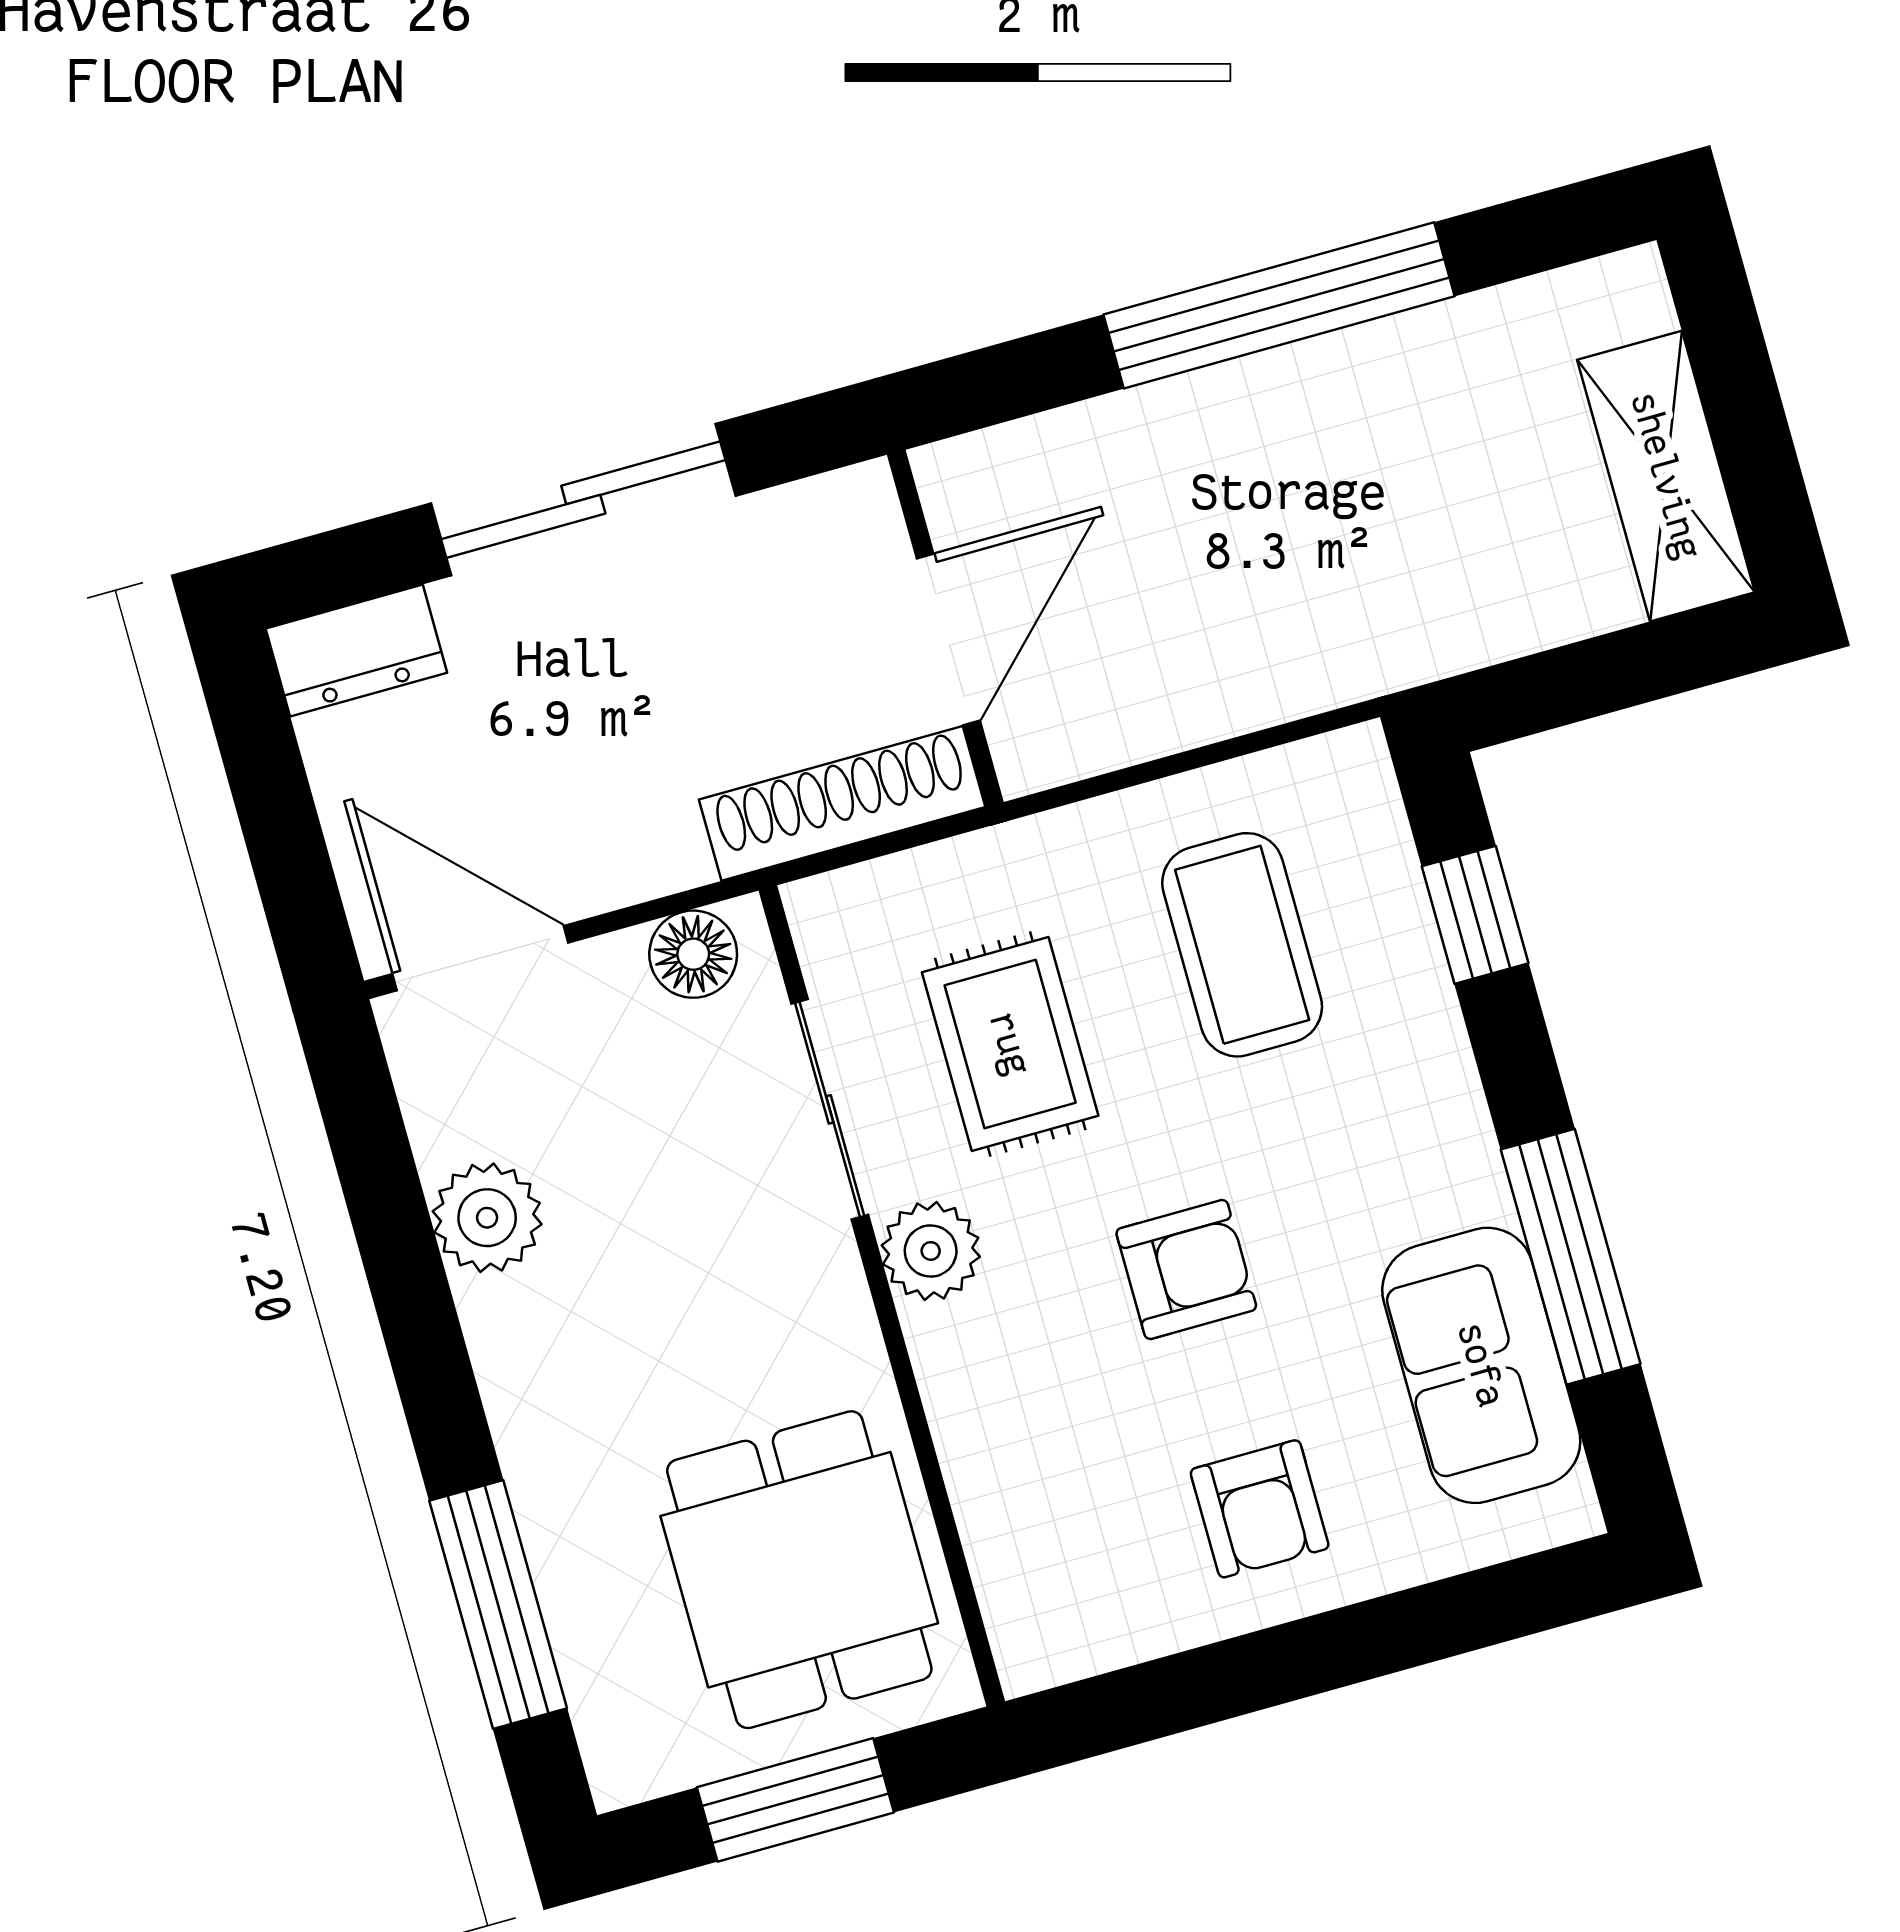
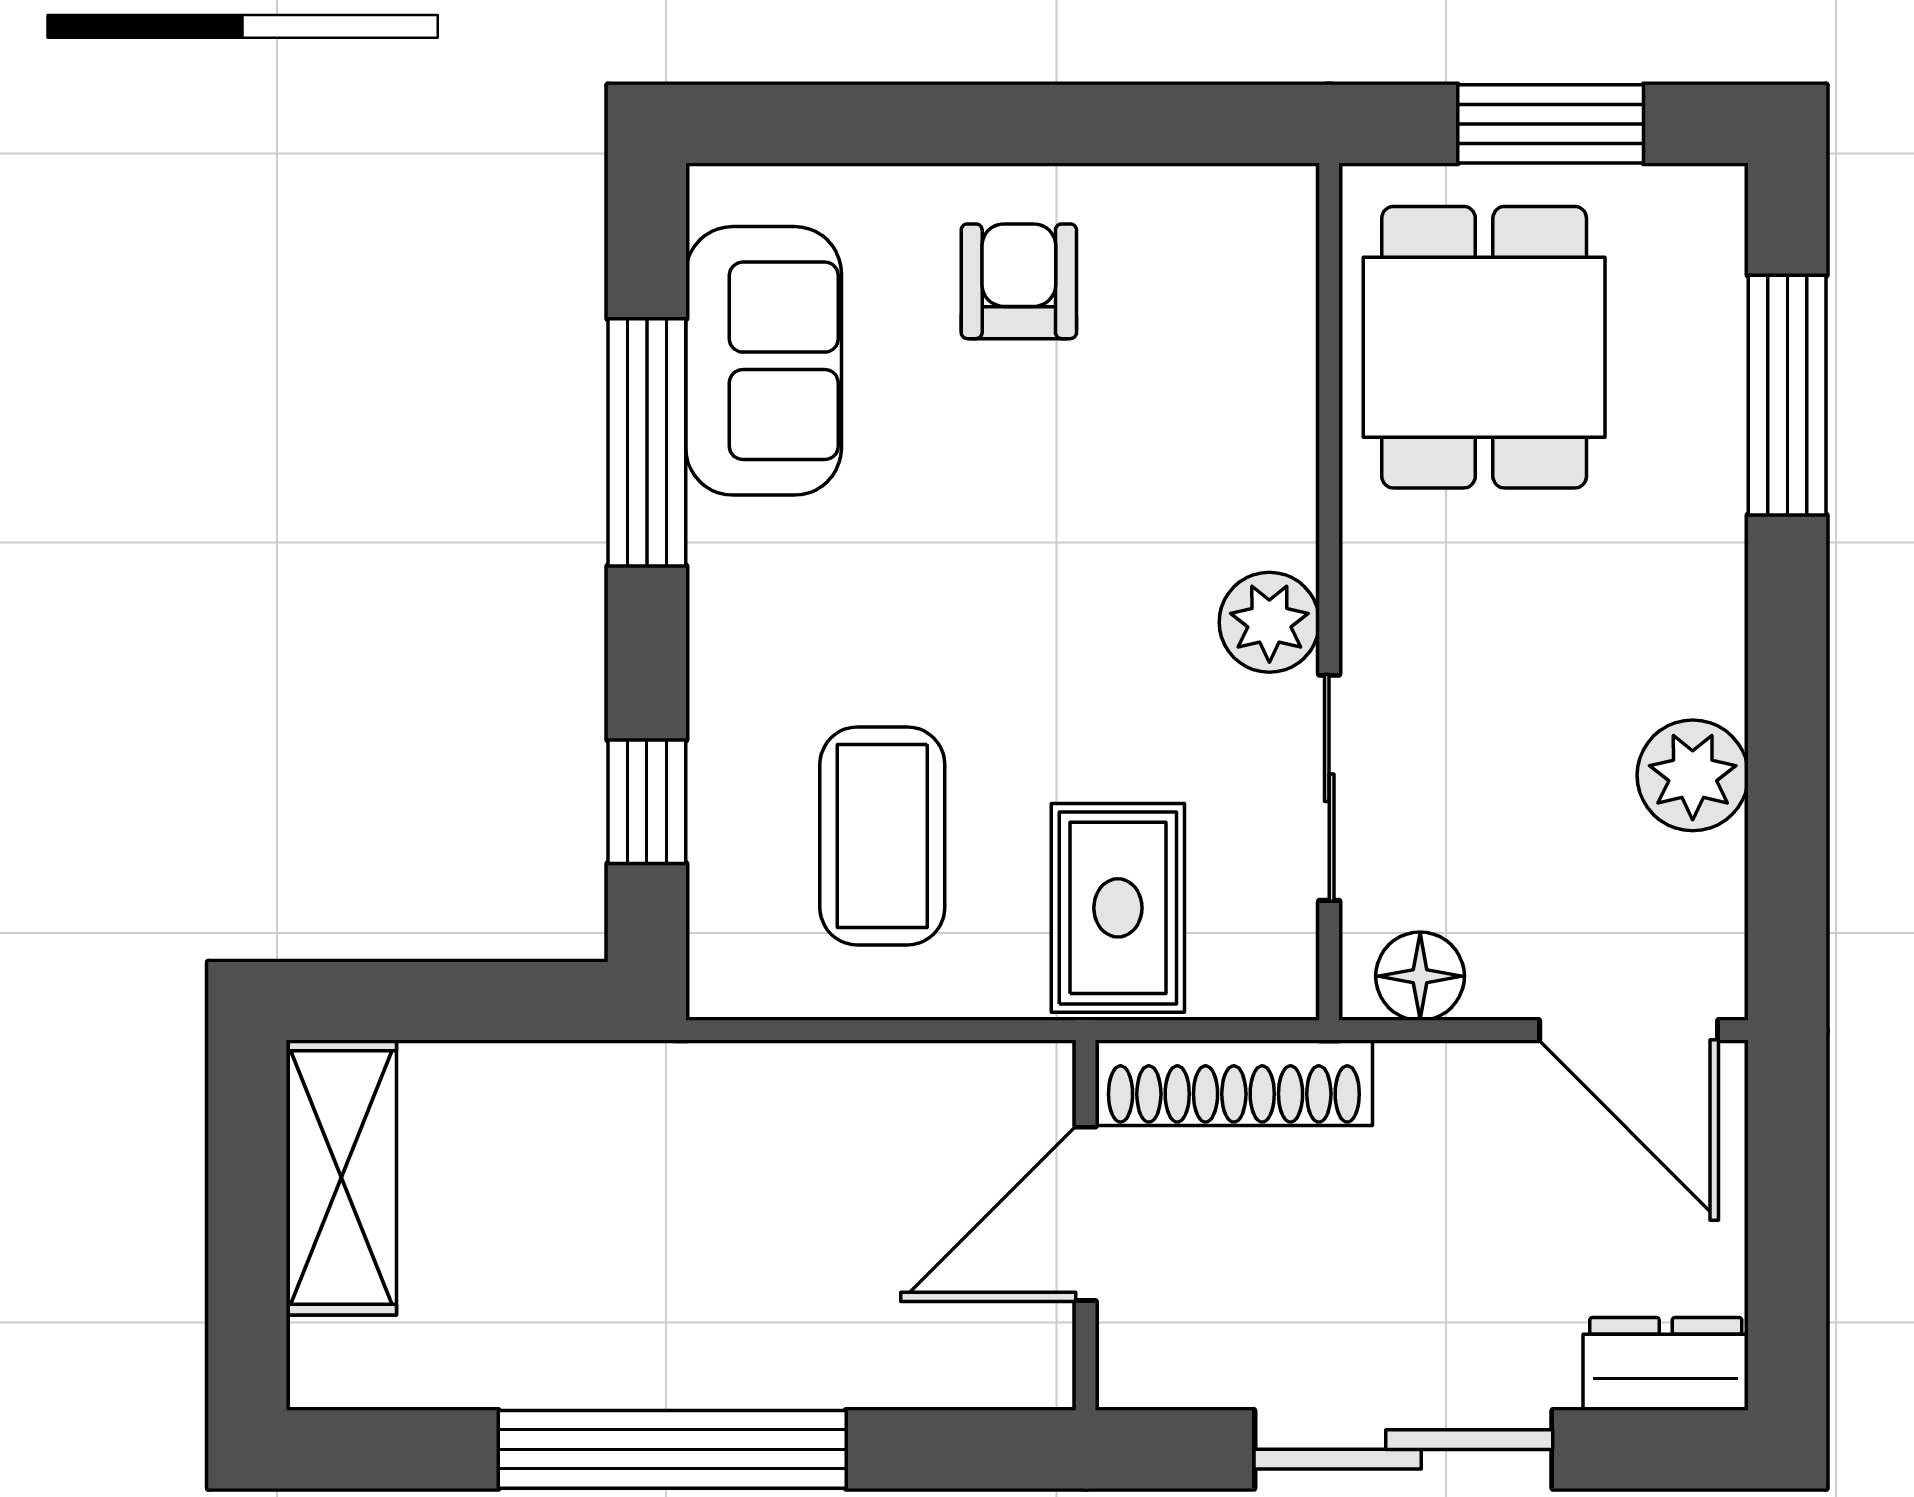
rug: (1010, 1044) -> (1118, 908), moved
armchair: (1186, 1269) -> (1025, 535), removed

